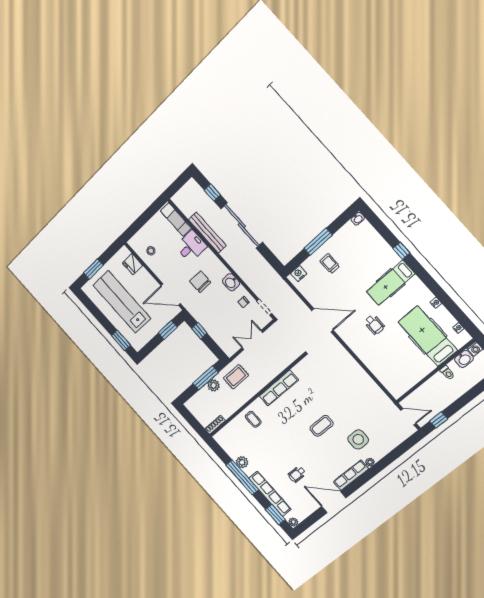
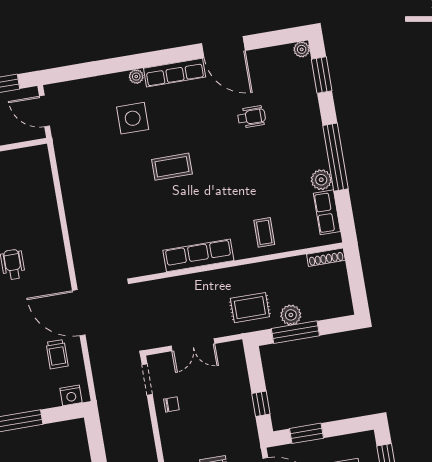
trolley: (330, 264) -> (57, 354), moved
washbasin: (231, 282) -> (171, 442), removed
row of seats: (270, 494) -> (327, 212), moved, width x0.50

